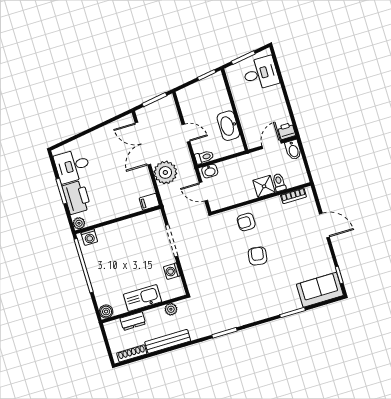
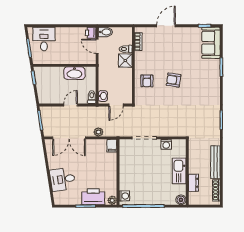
desk: (72, 166) -> (63, 179), moved, turned 81
plant: (165, 172) -> (98, 132), width x0.53, depth x0.53
plant: (171, 309) -> (193, 153), removed

